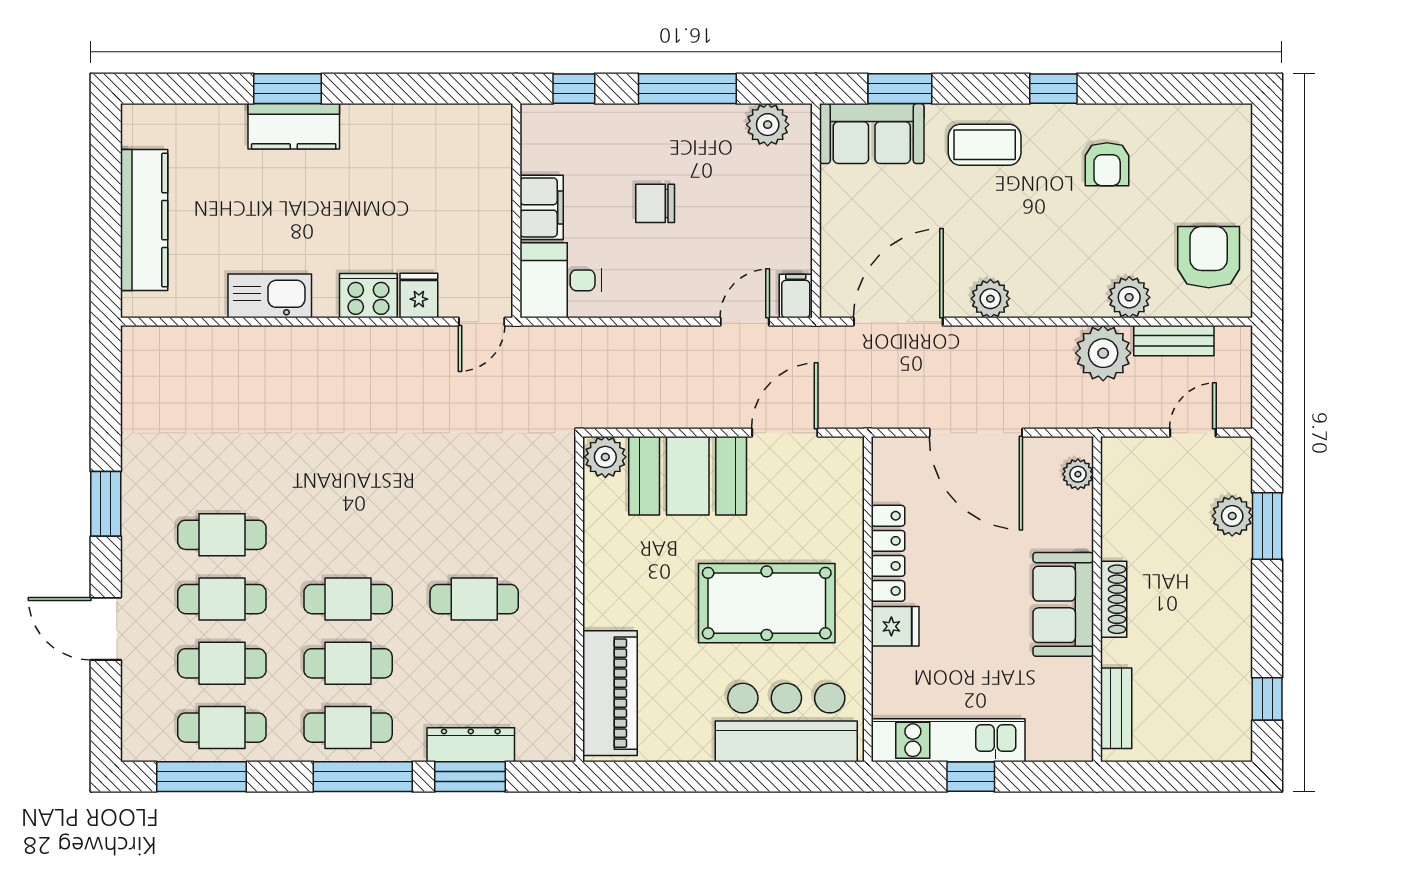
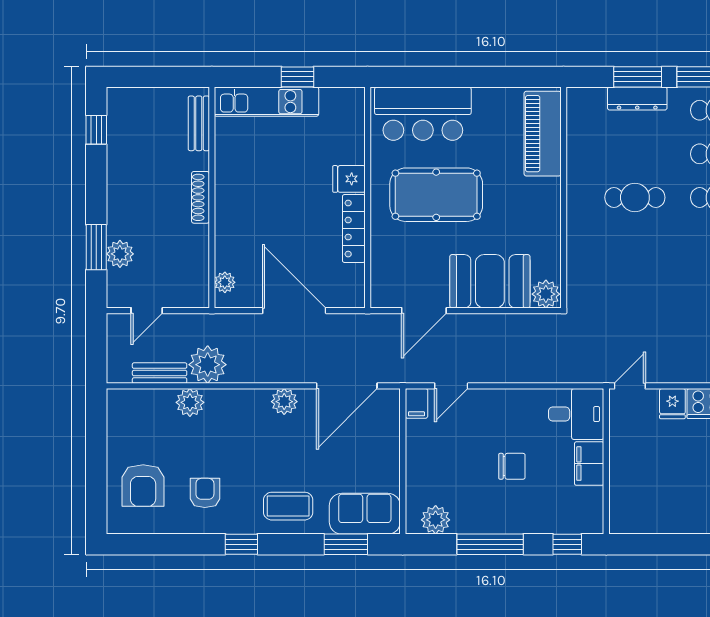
armchair: (1209, 257) -> (143, 486), moved
sofa: (1063, 604) -> (235, 194), removed
kitchen unit: (948, 740) -> (266, 102), moved

